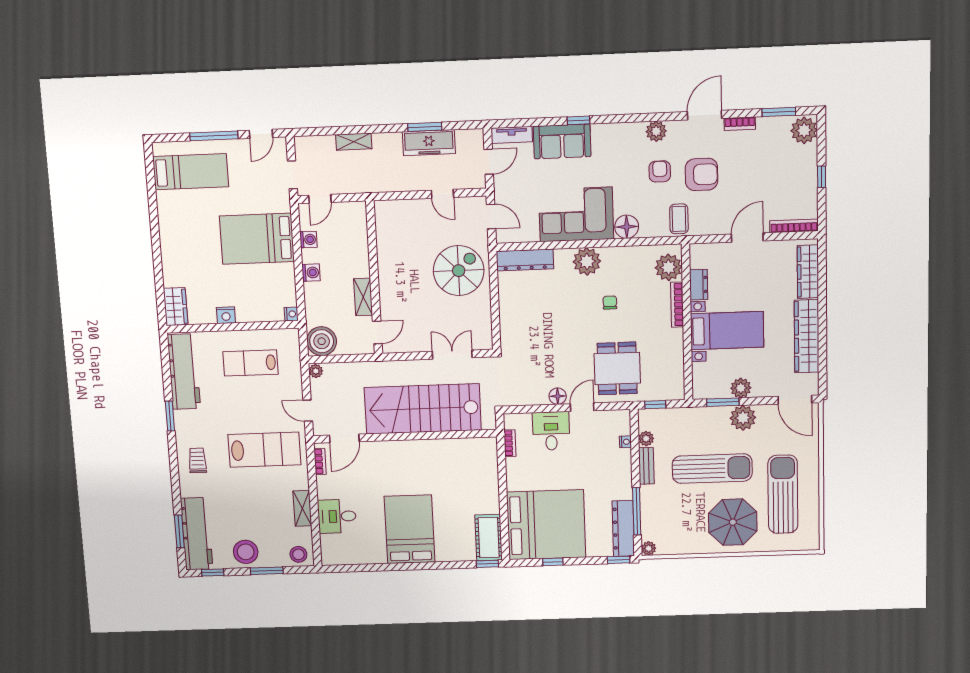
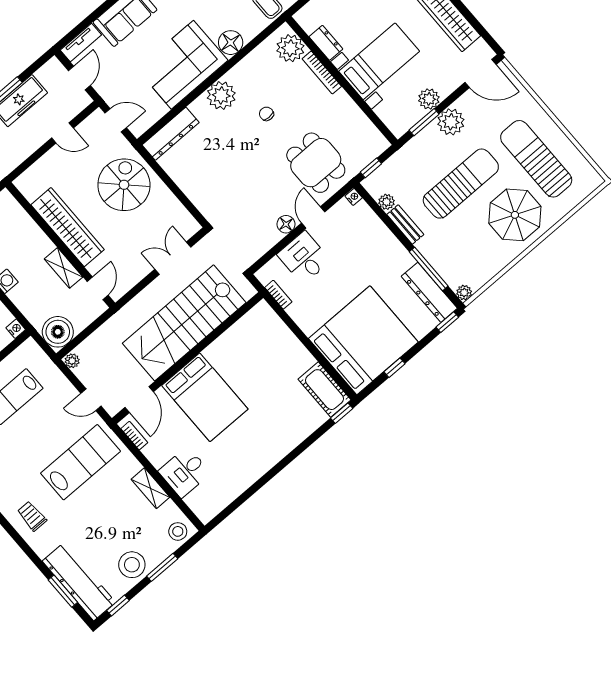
wardrobe: (390, 269) -> (68, 227), added
nightstand: (625, 442) -> (354, 197), moved
bed: (410, 529) -> (205, 397), moved, turned 180

